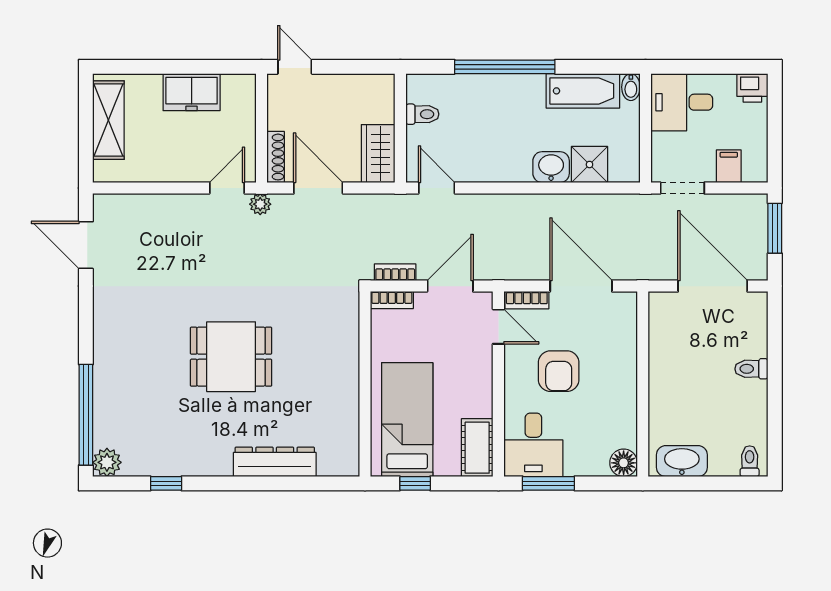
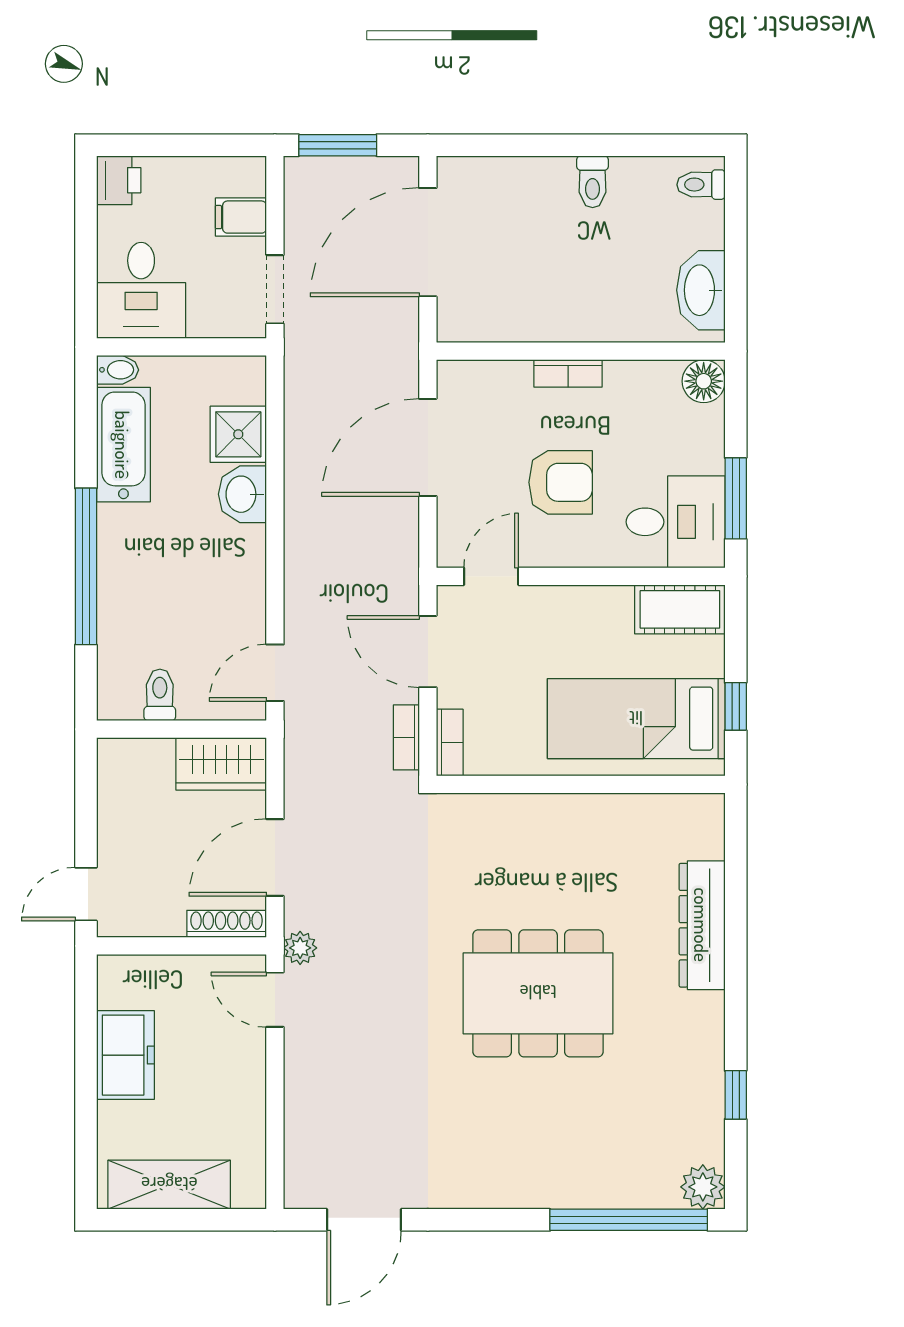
bookcase: (527, 300) -> (568, 373), moved, turned 90
dining table: (231, 357) -> (538, 993), width x1.38
toilet: (751, 369) -> (593, 182), moved

